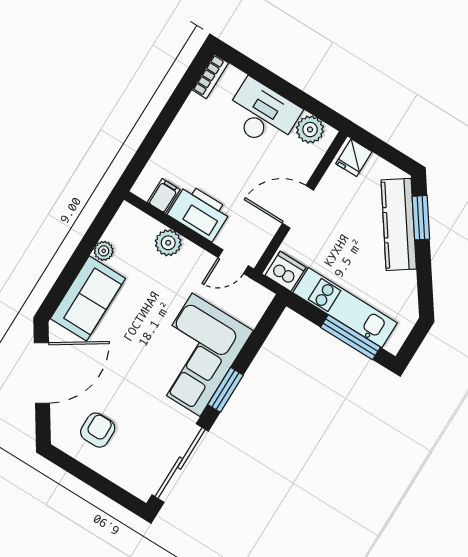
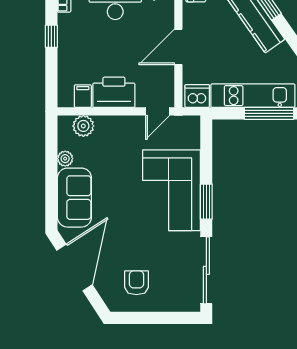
window: (170, 112) -> (51, 36), added
plant: (168, 243) -> (83, 126), moved

